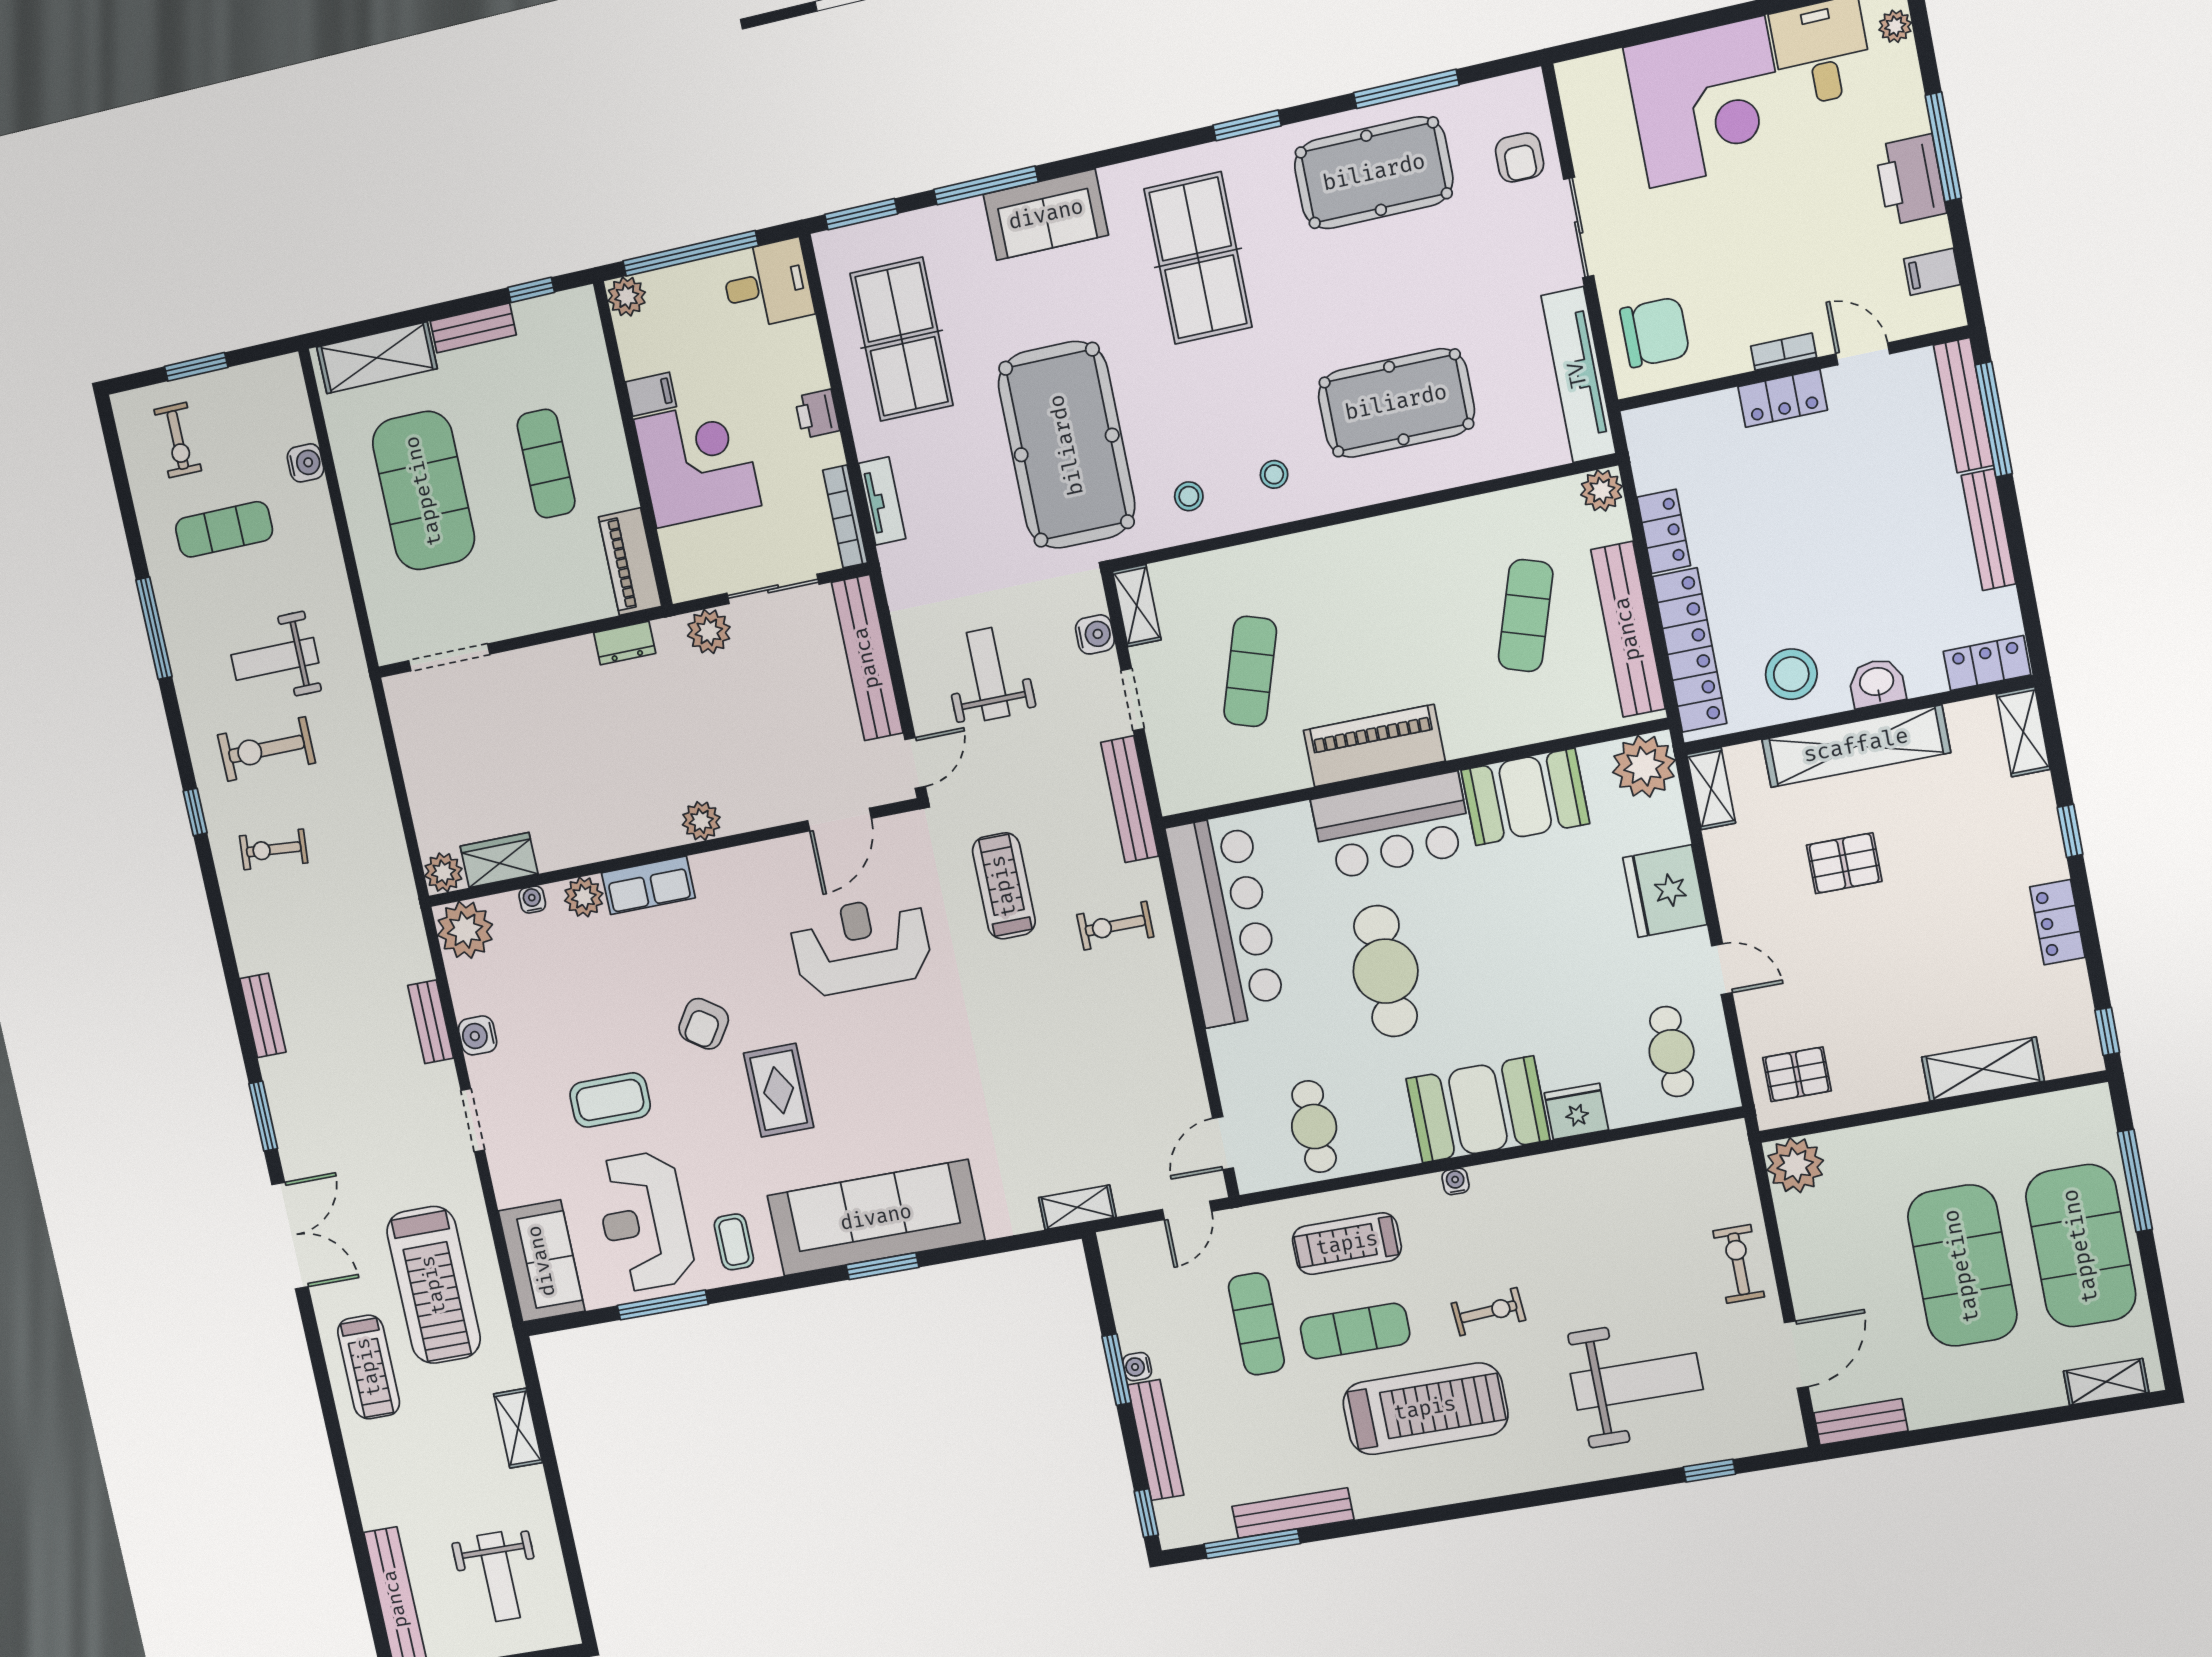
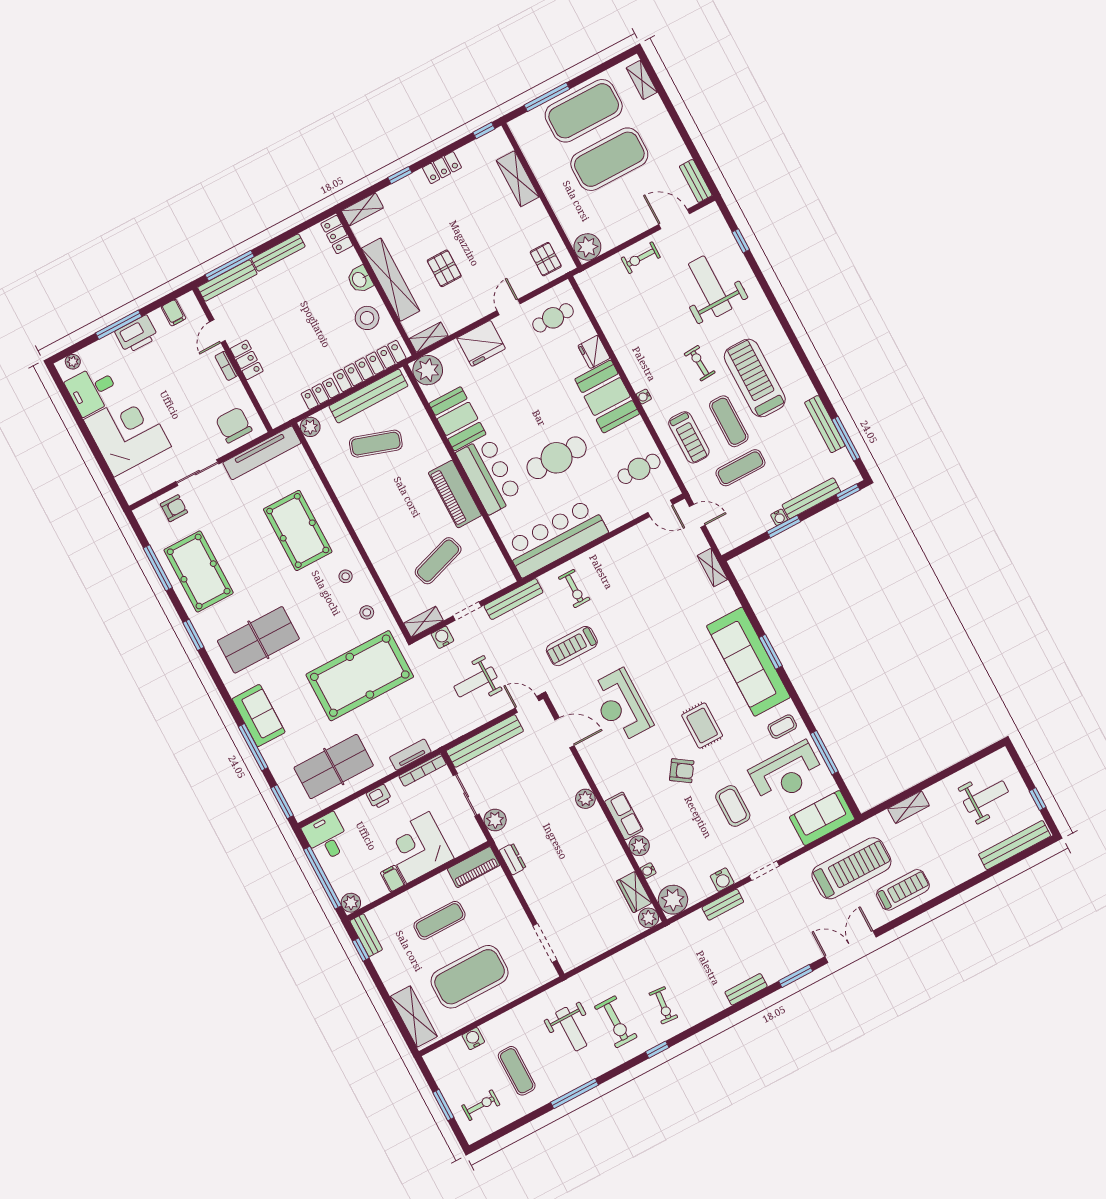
bench: (473, 328) -> (366, 935), moved
exercise mat: (1250, 671) -> (438, 561), turned -36
rug: (779, 1090) -> (702, 726), turned 90

